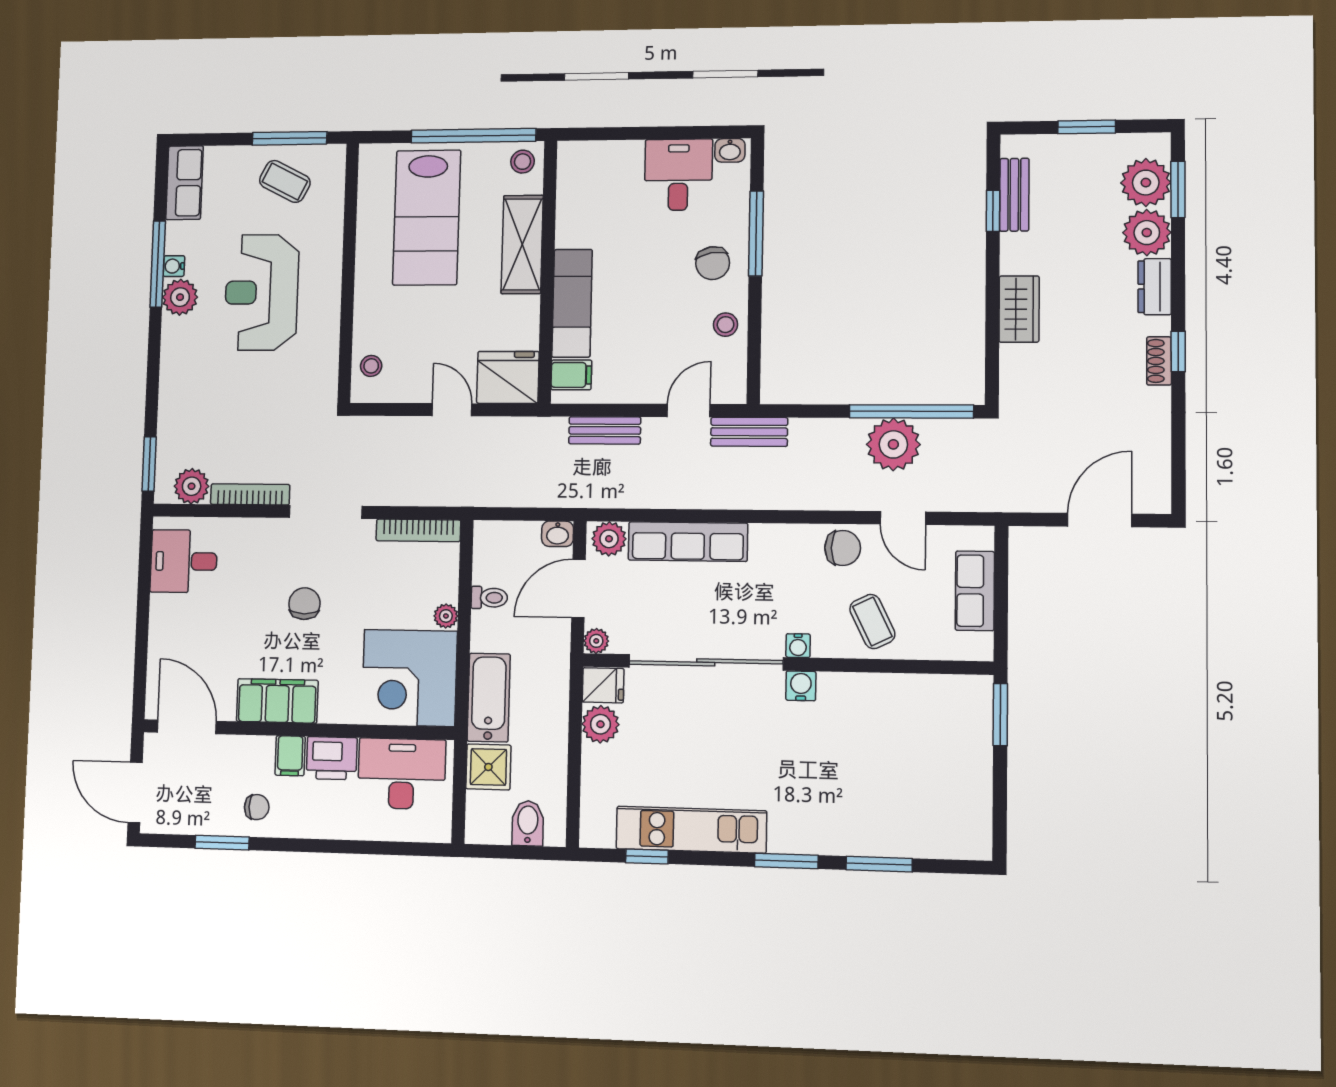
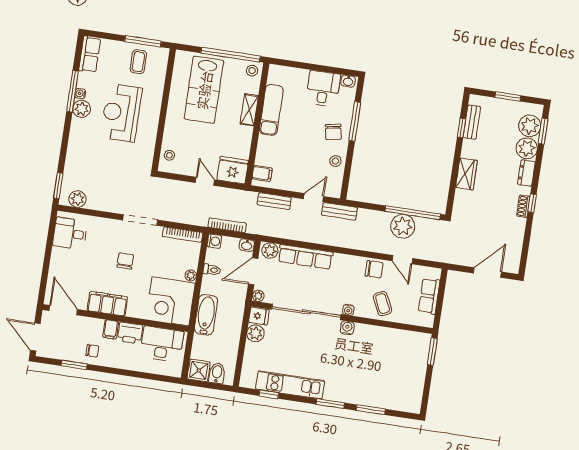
coffee table: (285, 181) -> (138, 62), turned 63
shelving: (522, 244) -> (249, 110), width x0.67, depth x0.75
exam couch: (572, 303) -> (271, 110), moved
bookcase: (250, 494) -> (227, 225), moved
washing machine: (487, 535) -> (214, 241), added
shower: (488, 767) -> (199, 370), moved

